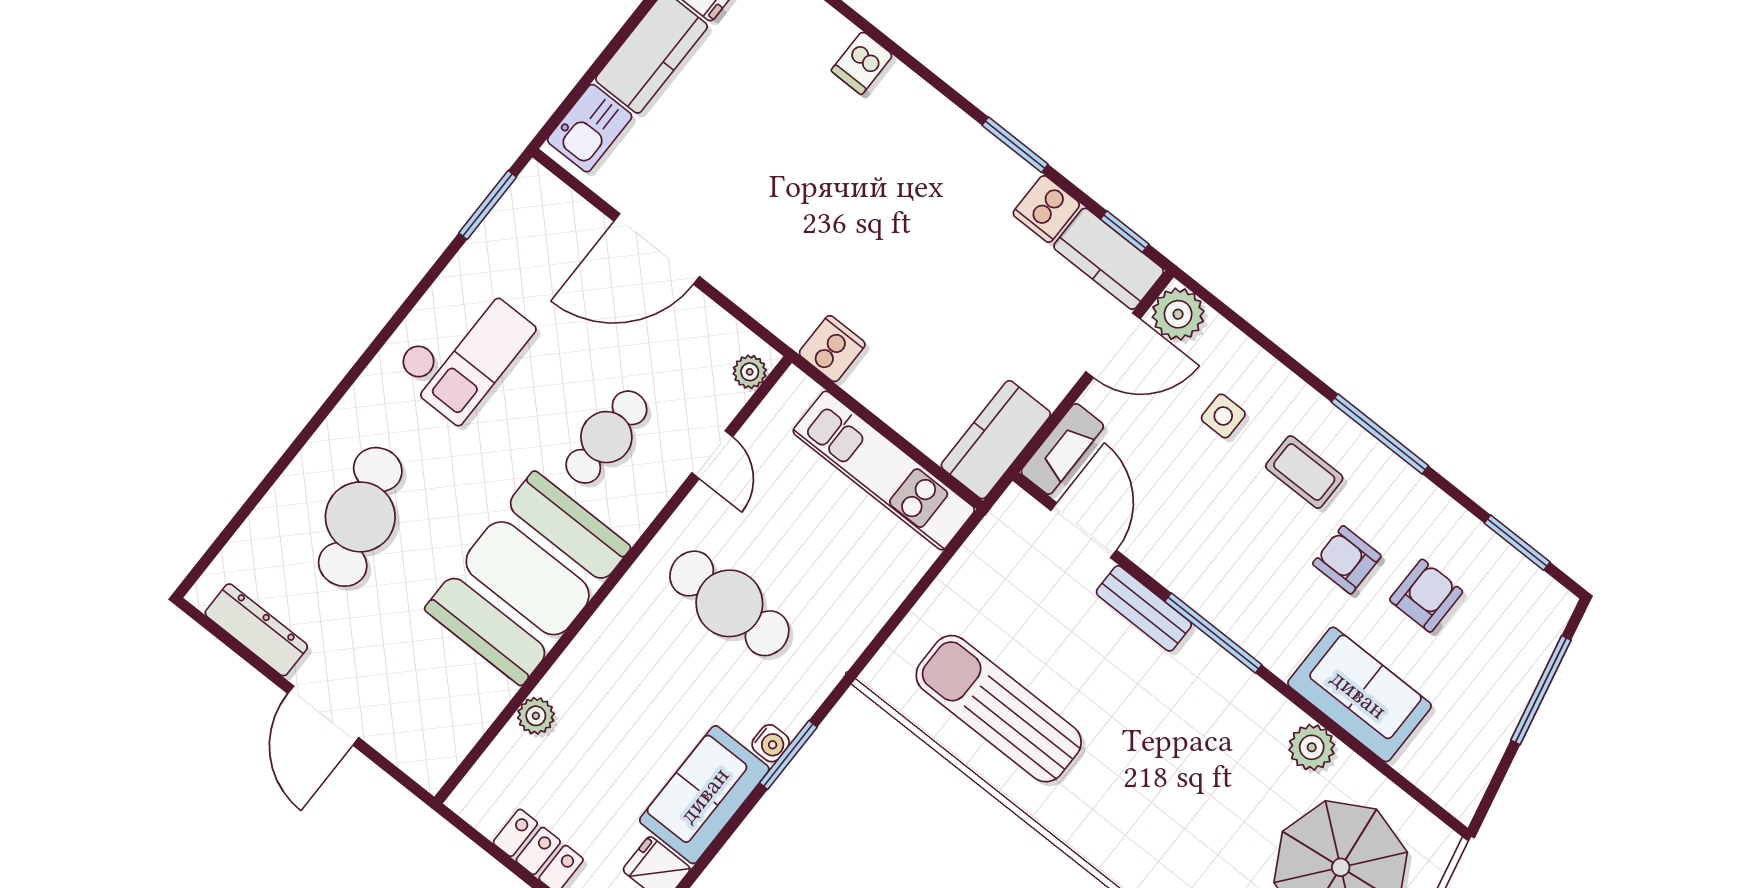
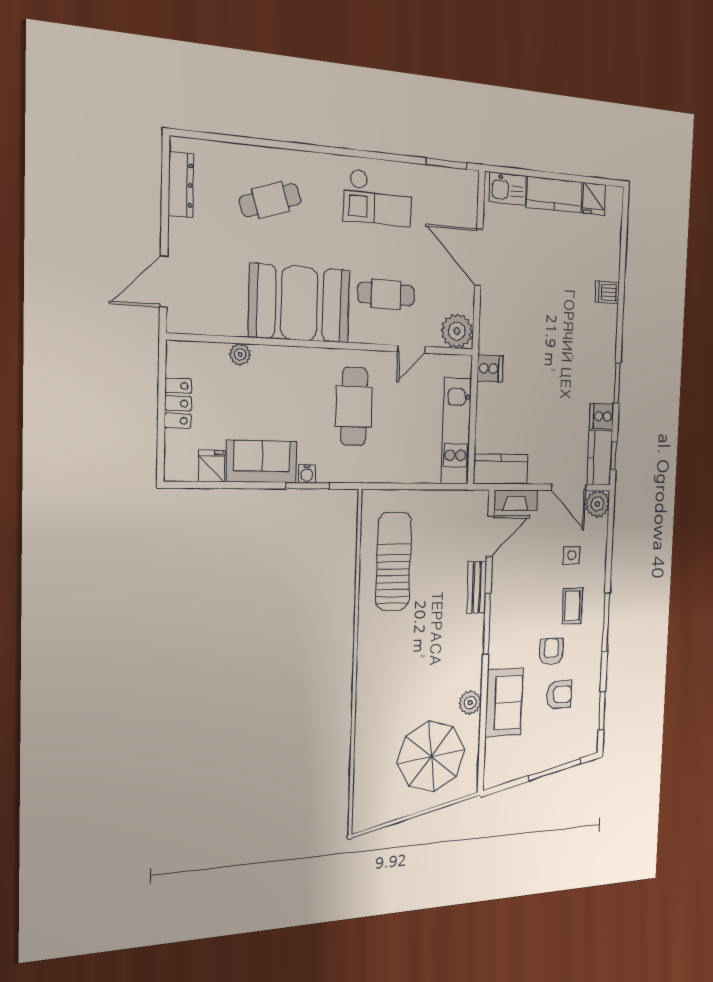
plant: (750, 372) -> (457, 331), width x1.88, depth x1.88
cafe table: (360, 517) -> (270, 200), width x0.73, depth x0.74
door: (323, 716) -> (164, 281), moved

